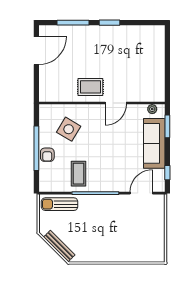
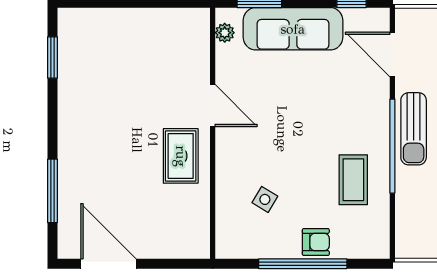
window: (110, 23) -> (53, 58), moved
side table: (69, 129) -> (265, 199), width x0.54, depth x0.54
coffee table: (78, 174) -> (353, 180), turned 90
sun lounger: (60, 204) -> (414, 129), moved

